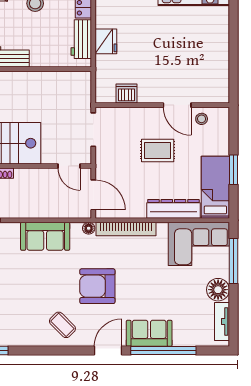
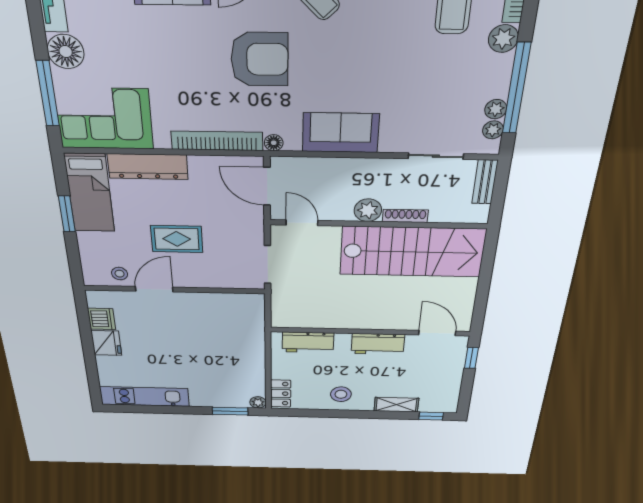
workbench: (81, 39) -> (308, 342), moved, turned 90
fridge: (106, 41) -> (106, 343), moved, turned 180
dishwasher: (127, 94) -> (102, 319), moved, turned -90
door: (177, 105) -> (154, 289), hinge flipped
plant: (24, 177) -> (368, 210), added

